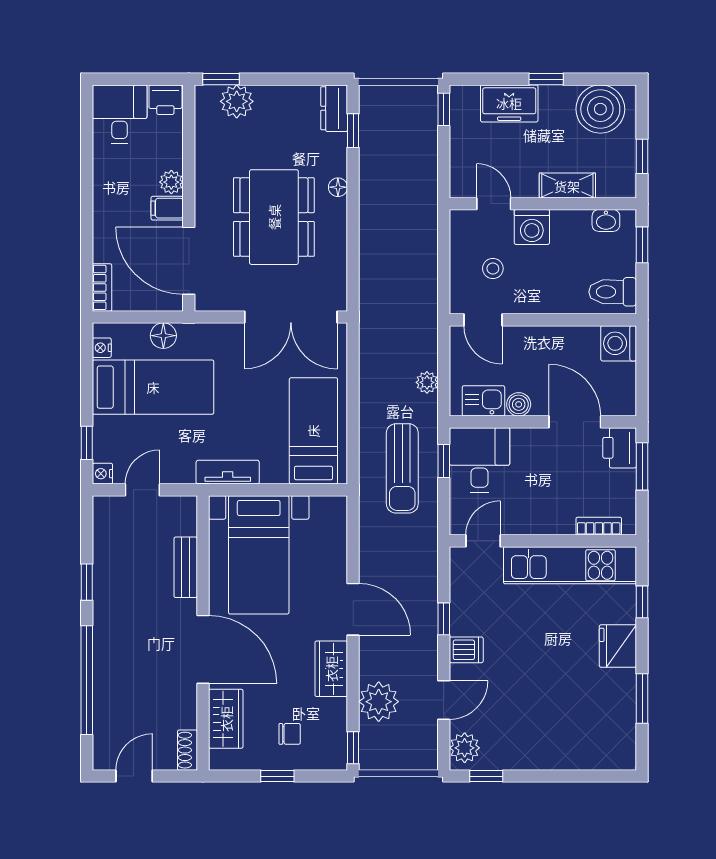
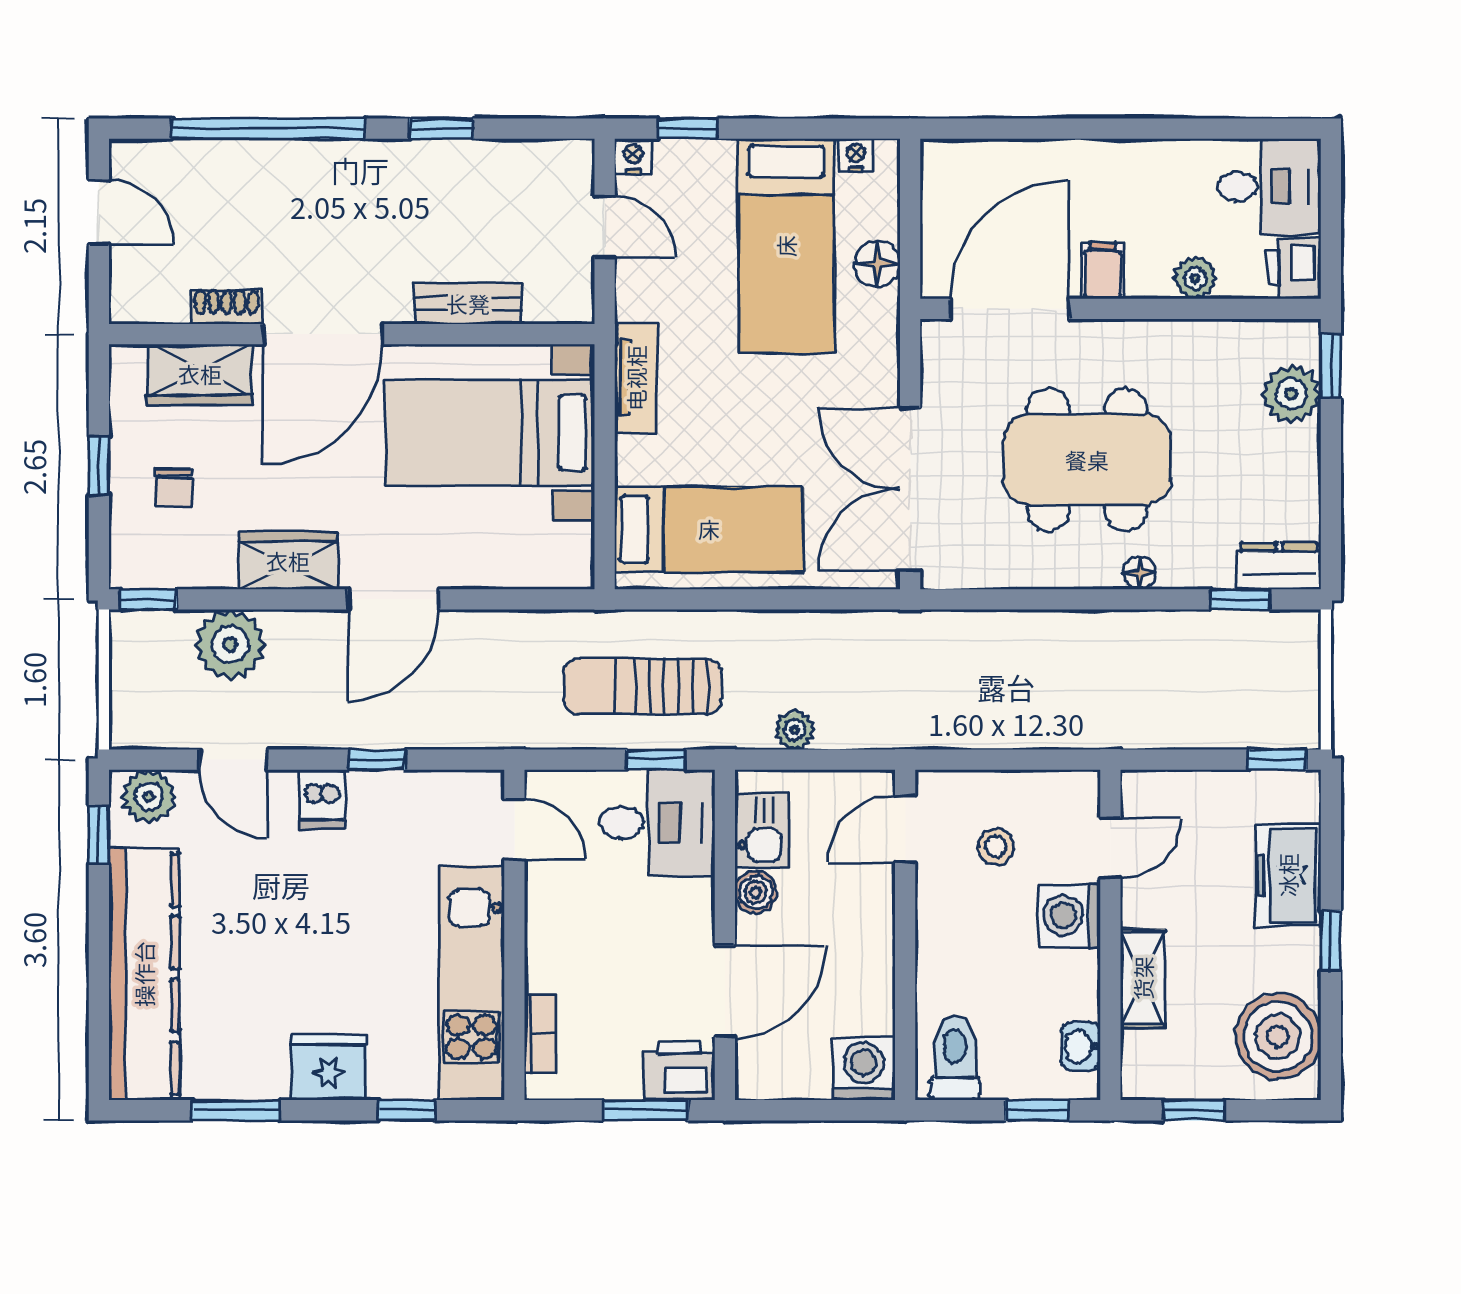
plant: (171, 182) -> (1195, 278), moved
bookcase: (102, 287) -> (962, 156), removed
shoe rack: (187, 750) -> (227, 307), moved
kitchen counter: (565, 750) -> (144, 974), added

